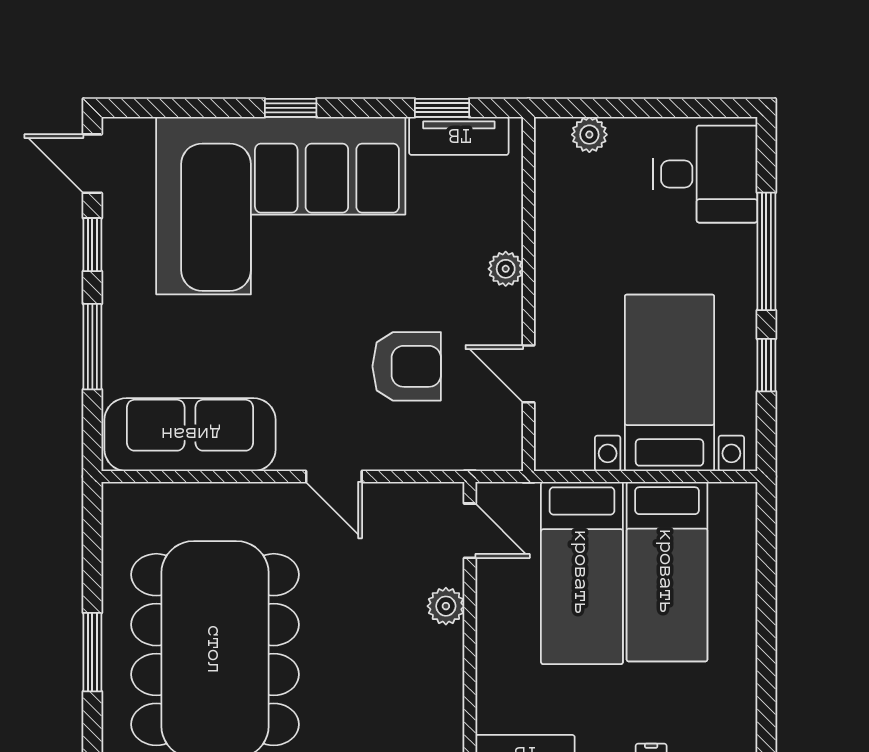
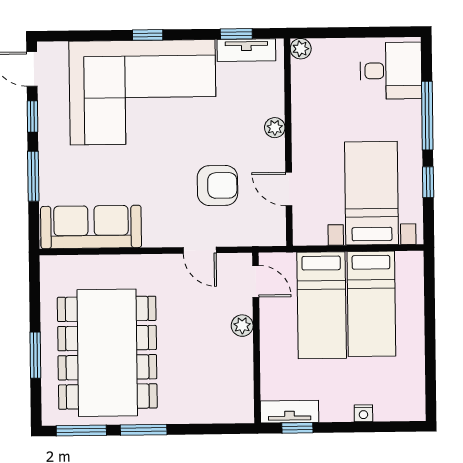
plant: (589, 135) -> (301, 49), moved
door: (334, 476) -> (200, 250), moved

